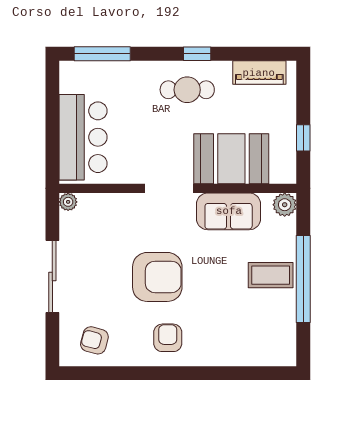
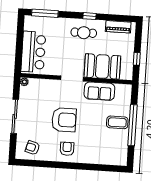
plant: (285, 205) -> (126, 90), removed

